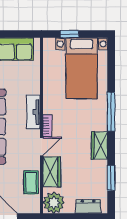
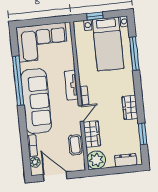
window: (111, 112) -> (134, 53), moved

